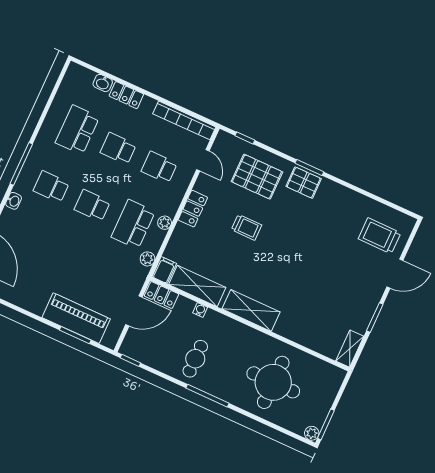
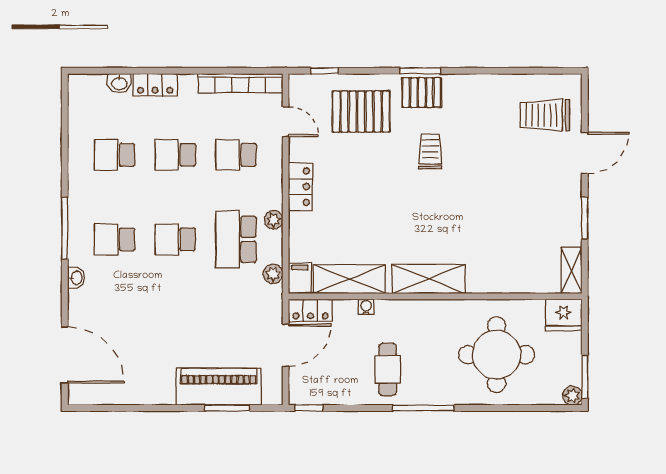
school desk: (77, 130) -> (114, 155), width x0.54
trolley: (247, 227) -> (430, 151), moved, turned -90
fridge: (331, 376) -> (564, 315), added

